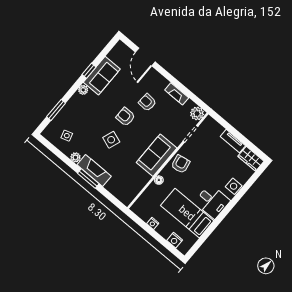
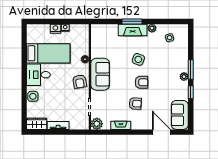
sofa: (102, 76) -> (180, 115), moved
window: (56, 110) -> (191, 69), moved
nightstand: (175, 240) -> (55, 29), moved

